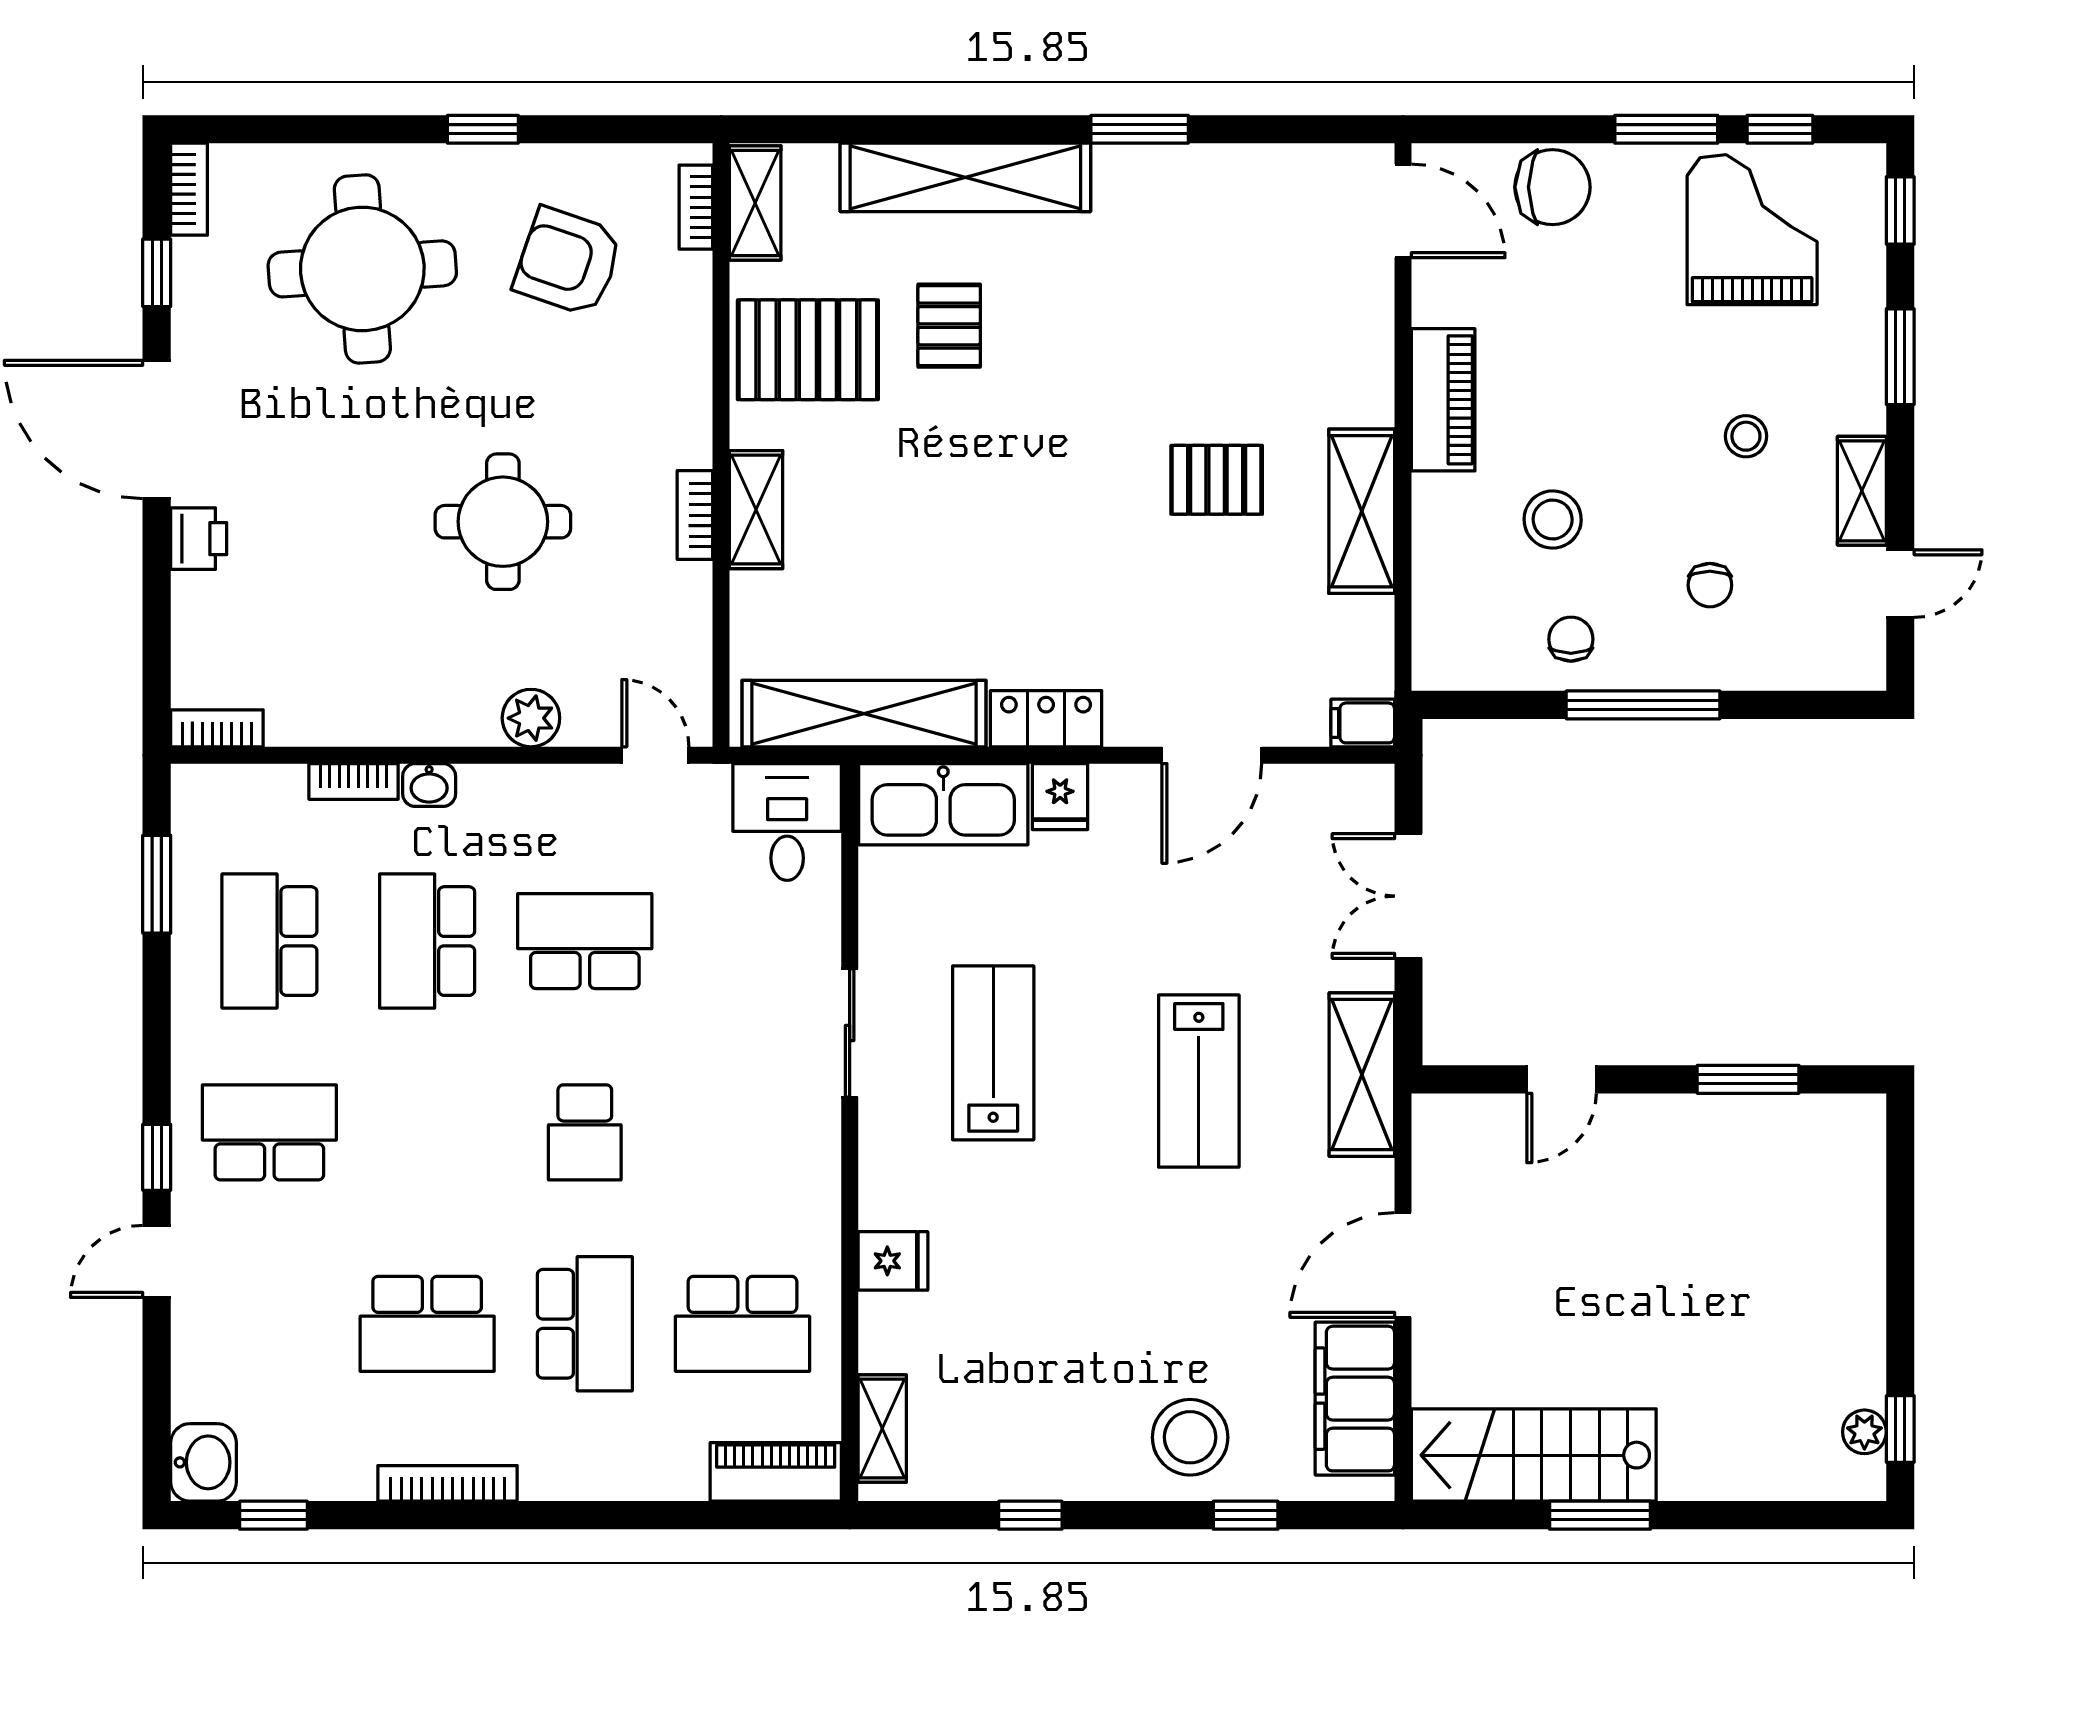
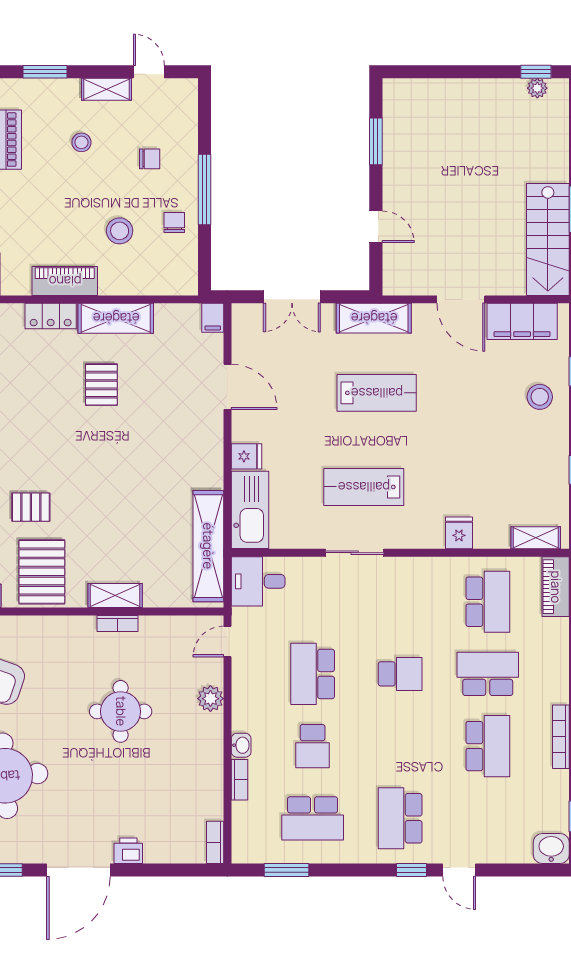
chair: (1571, 639) -> (174, 223), turned 90
locker: (1046, 719) -> (51, 316), moved, turned -90
school desk: (427, 941) -> (313, 746), width x0.54
stool: (1190, 1437) -> (540, 397), width x0.73, depth x0.73

